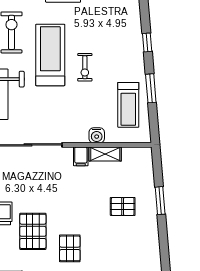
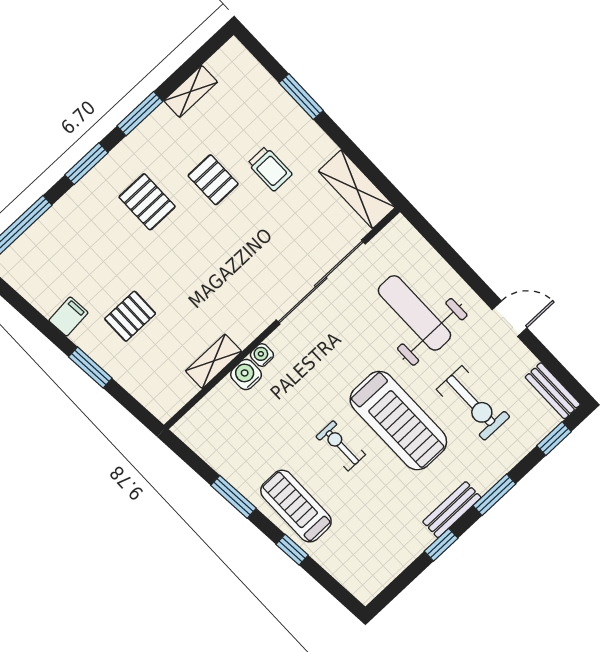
treadmill: (128, 105) -> (296, 506), moved
water cooler: (82, 137) -> (262, 355), added
filing cabinet: (81, 156) -> (68, 317), moved, turned 85
pallet: (33, 231) -> (213, 180), width x0.67, depth x0.71

